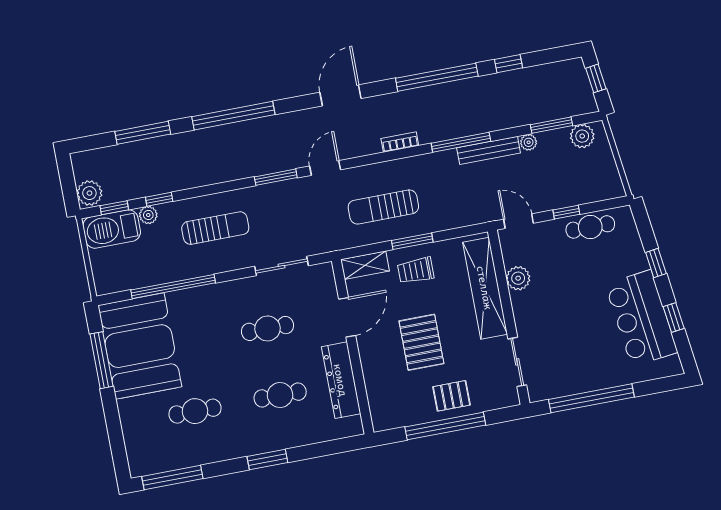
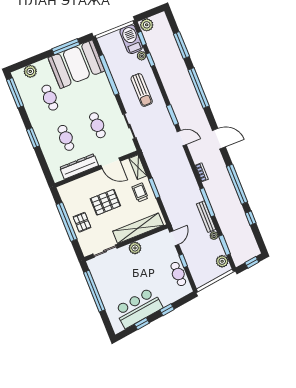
sun lounger: (383, 207) -> (168, 170), removed
plant: (518, 278) -> (135, 248), moved
plant: (136, 439) -> (30, 71), added

